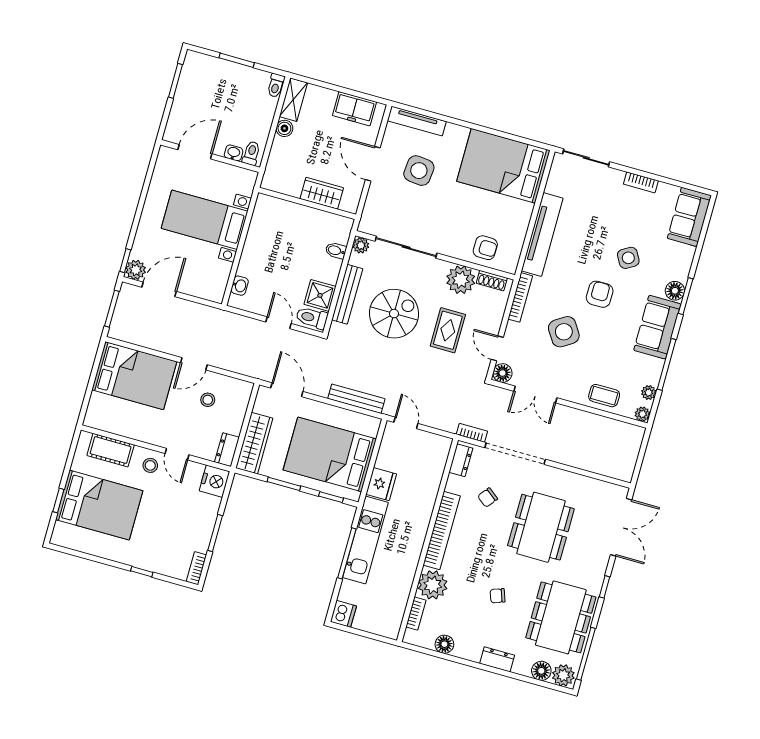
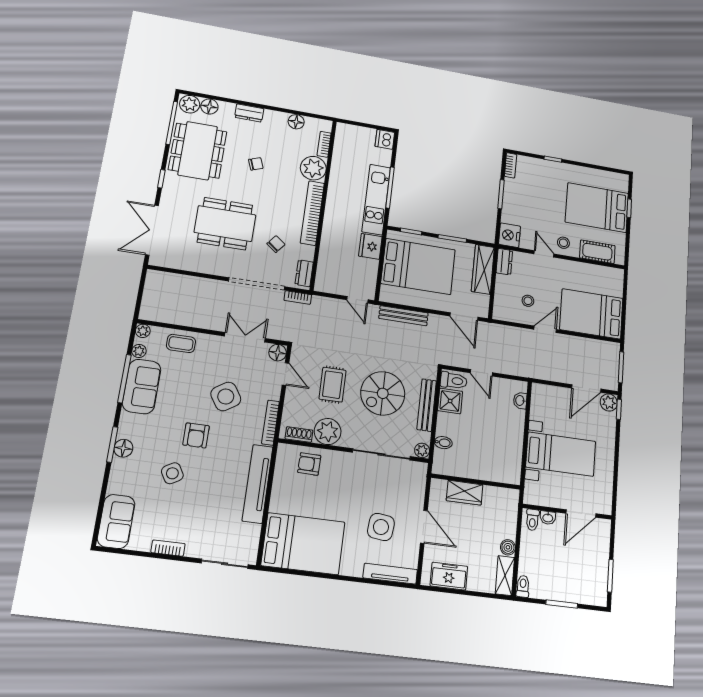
sofa: (657, 327) -> (142, 386), moved
dining table: (541, 527) -> (225, 224), turned 90

